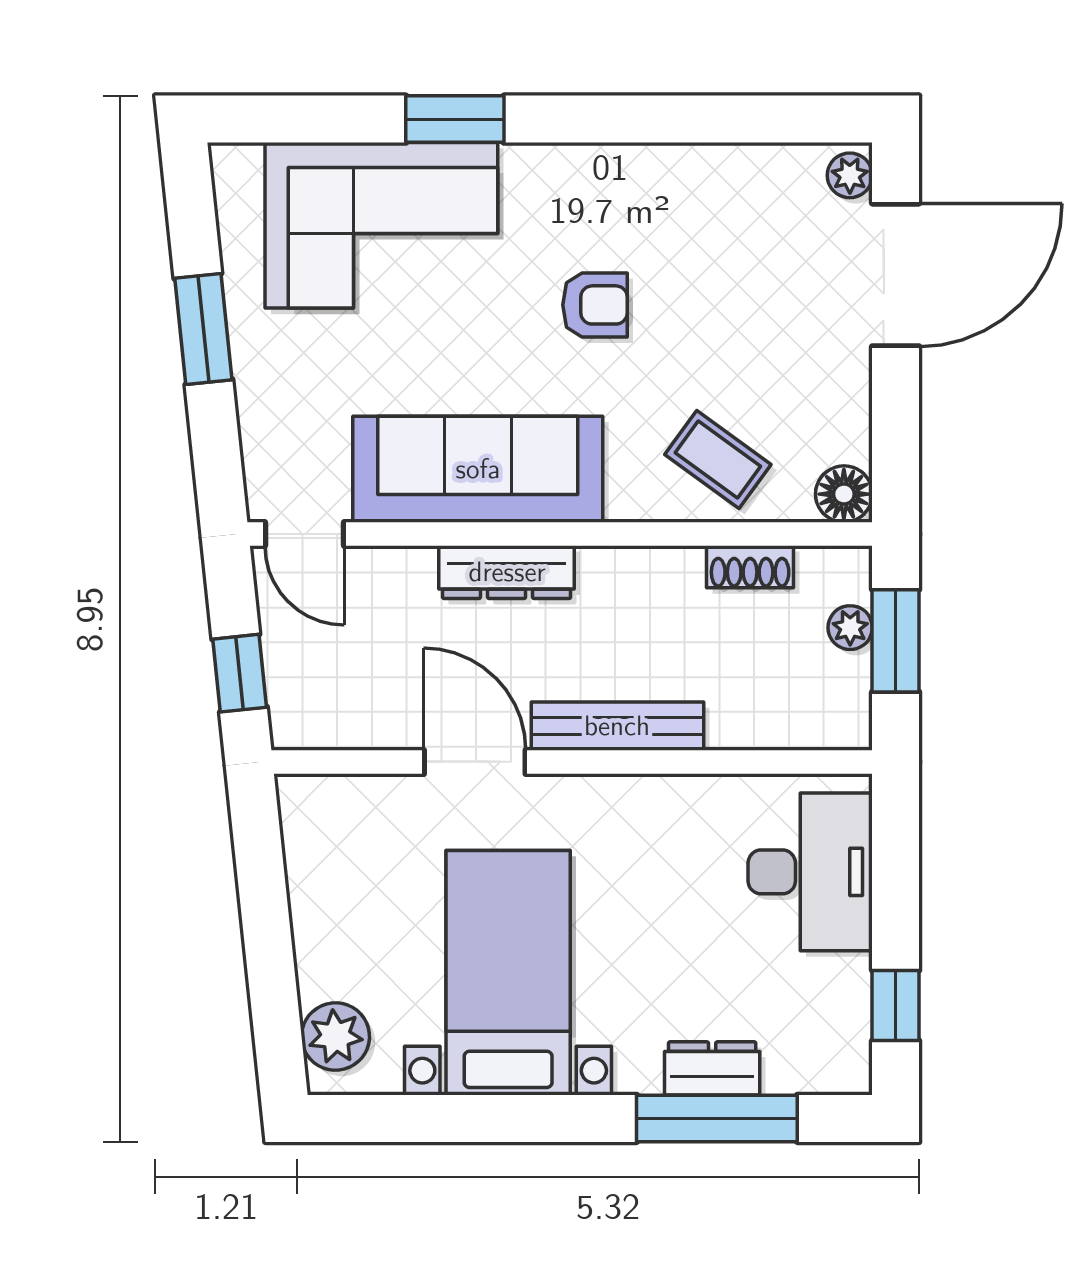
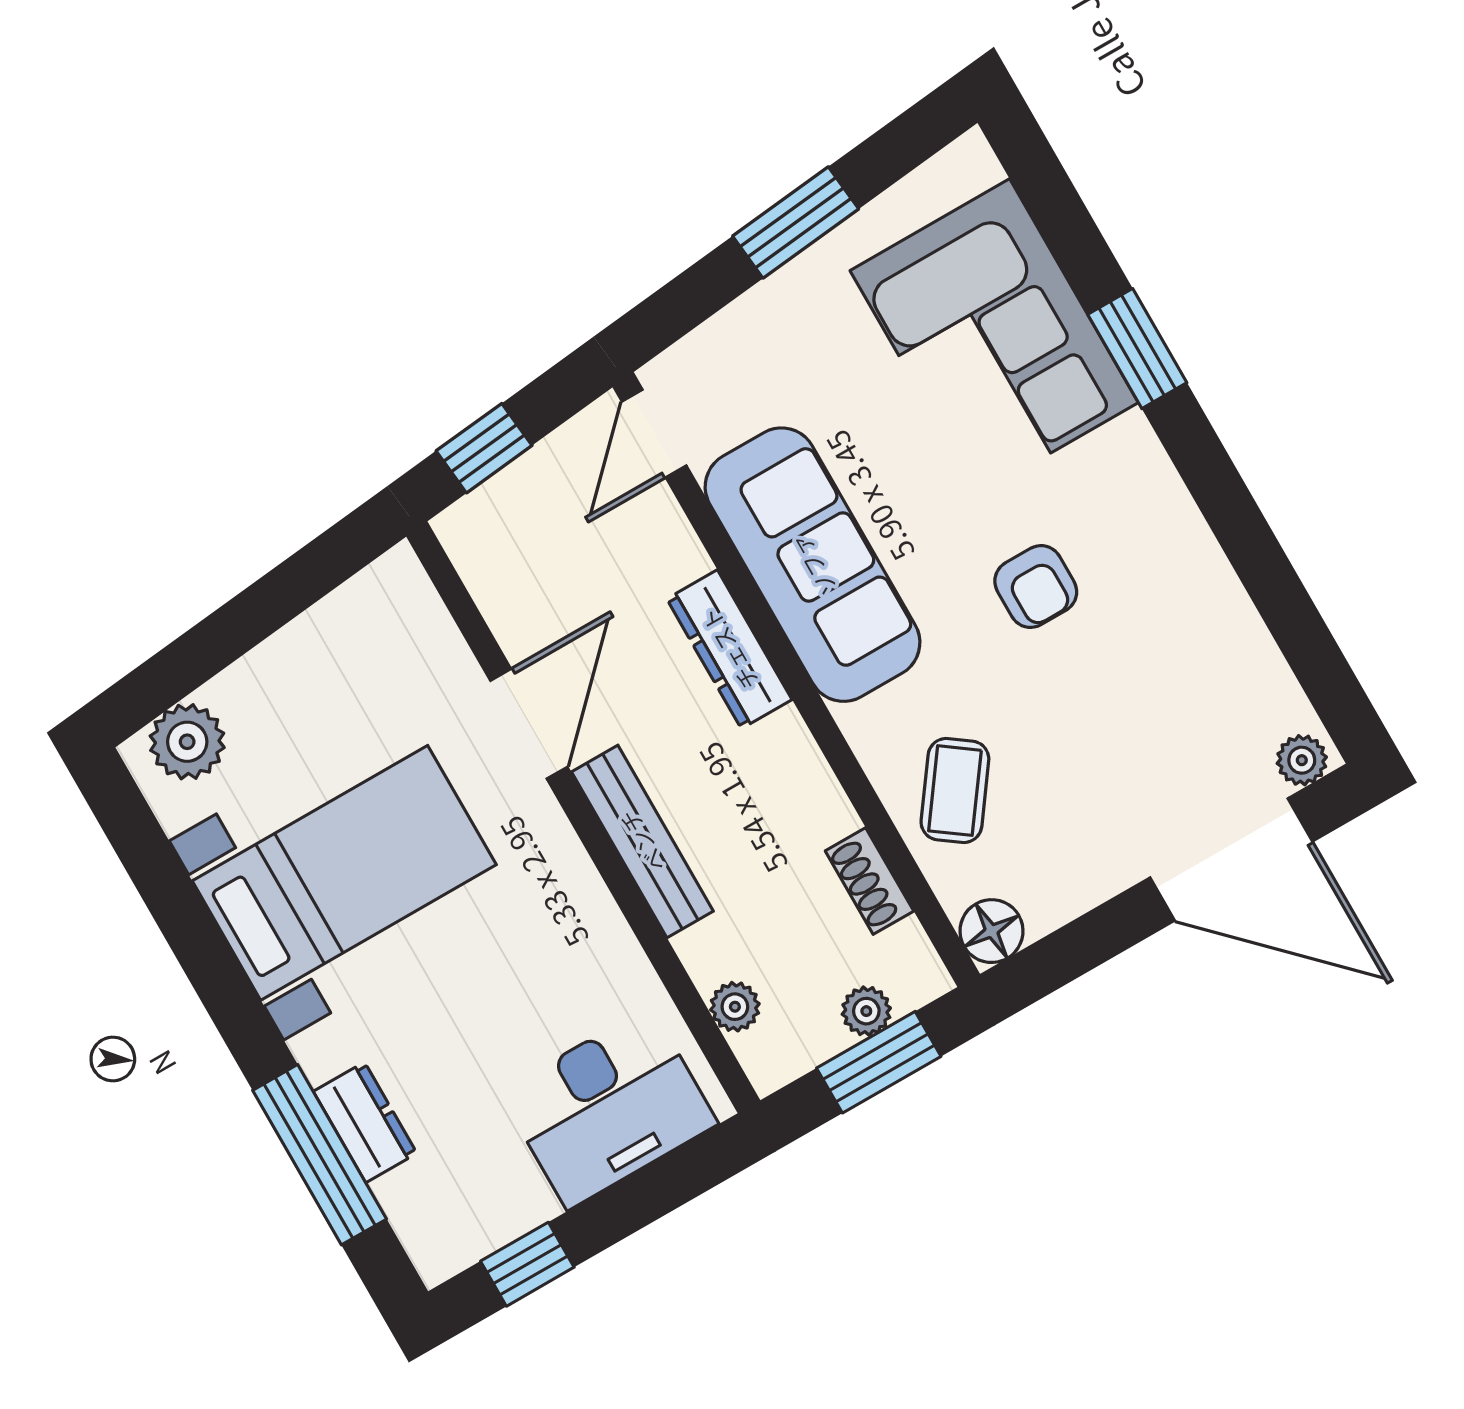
plant: (788, 728) -> (735, 1007), added

